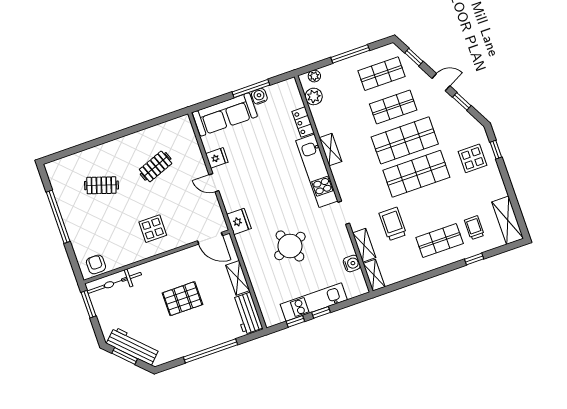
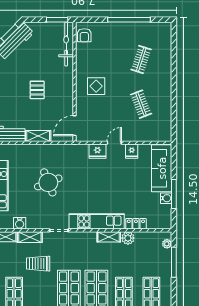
window: (350, 54) -> (174, 262), moved
plant: (314, 96) -> (128, 238), moved
fridge: (239, 221) -> (97, 151), moved
trolley: (393, 224) -> (38, 264), turned 180
armchair: (96, 264) -> (84, 35), turned 90
pallet: (182, 299) -> (37, 90), width x0.67, depth x0.71

